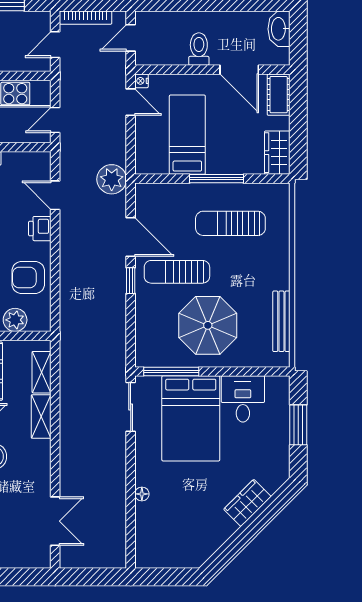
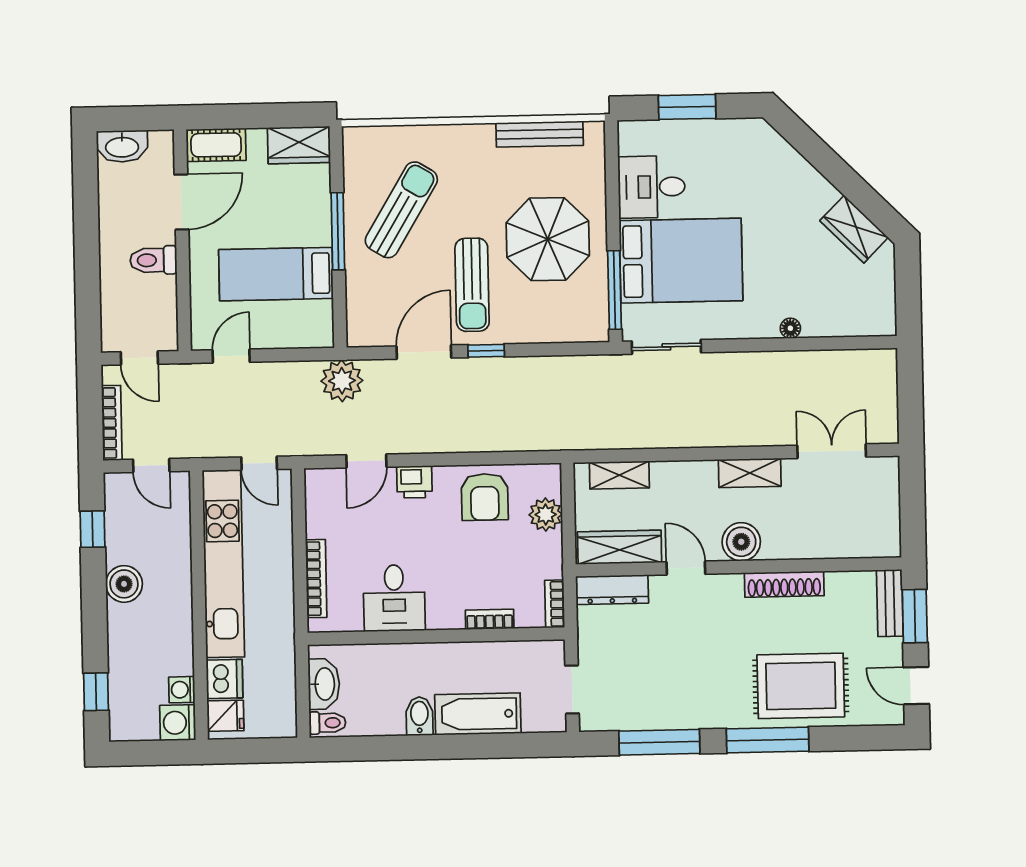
nightstand: (141, 81) -> (200, 341), removed
sun lounger: (230, 223) -> (401, 210), turned -149
shelving: (41, 416) -> (750, 473), moved
wardrobe: (247, 503) -> (854, 229), moved

